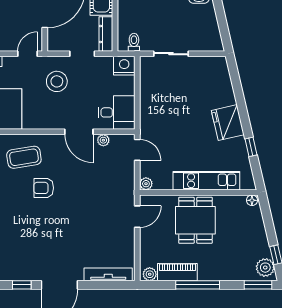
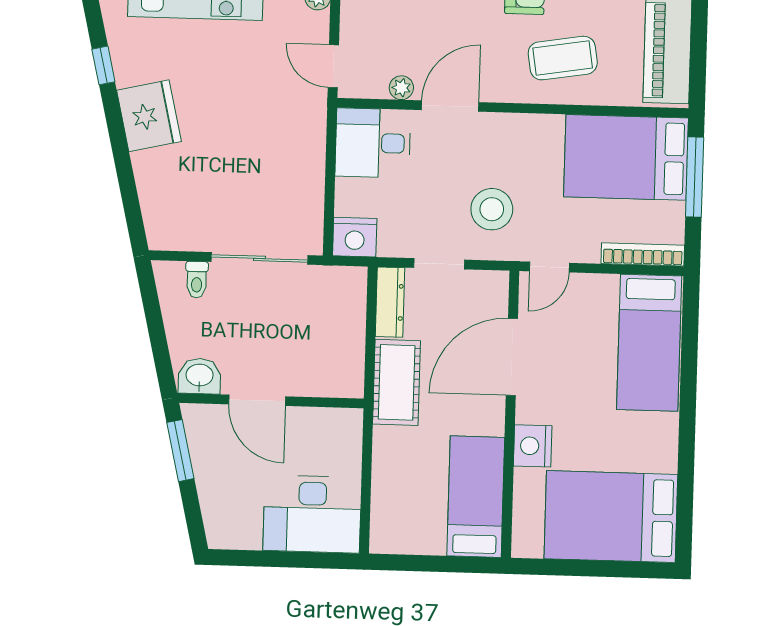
toilet: (134, 42) -> (197, 280), moved
sliding door: (171, 54) -> (259, 258), width x1.37
door: (79, 132) -> (450, 106), hinge flipped

